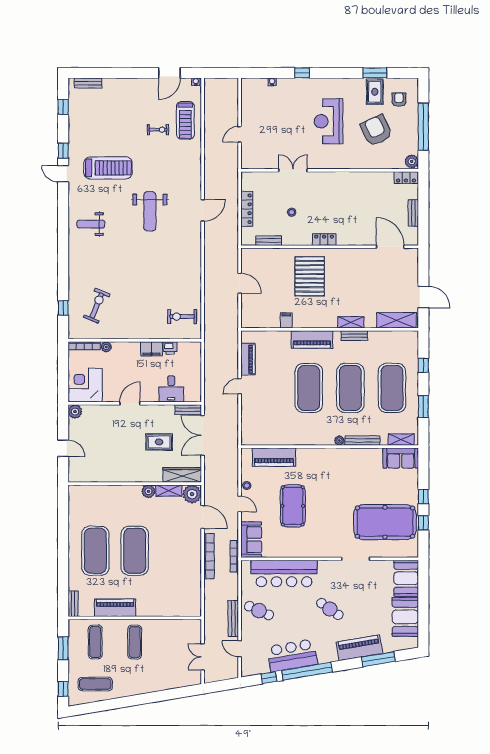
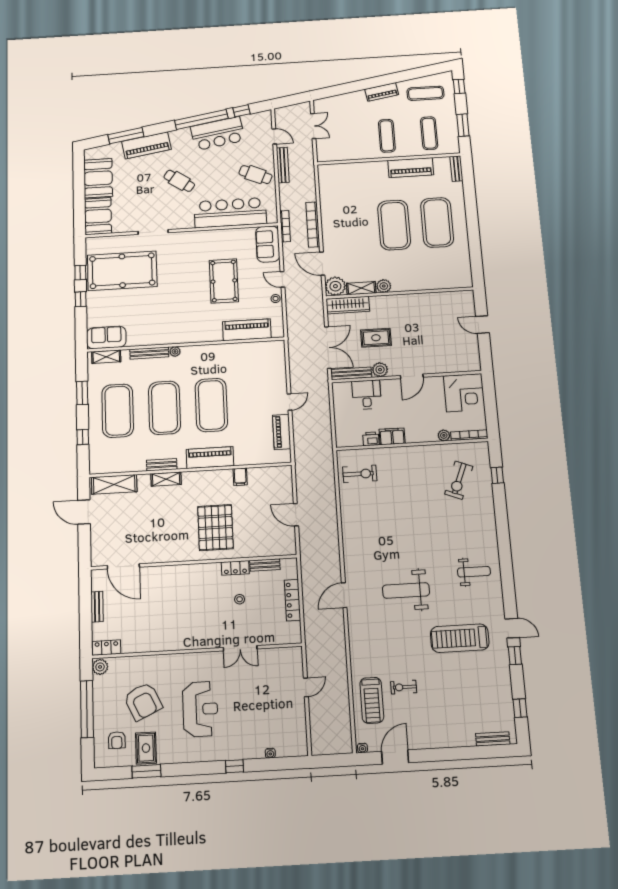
treadmill: (185, 120) -> (372, 700), turned 180
weight bench: (150, 211) -> (406, 590), turned -90
locker: (324, 240) -> (235, 568), moved
bench: (188, 410) -> (351, 373), width x1.36
plant: (75, 411) -> (380, 370), moved
piano: (136, 688) -> (382, 92), added

